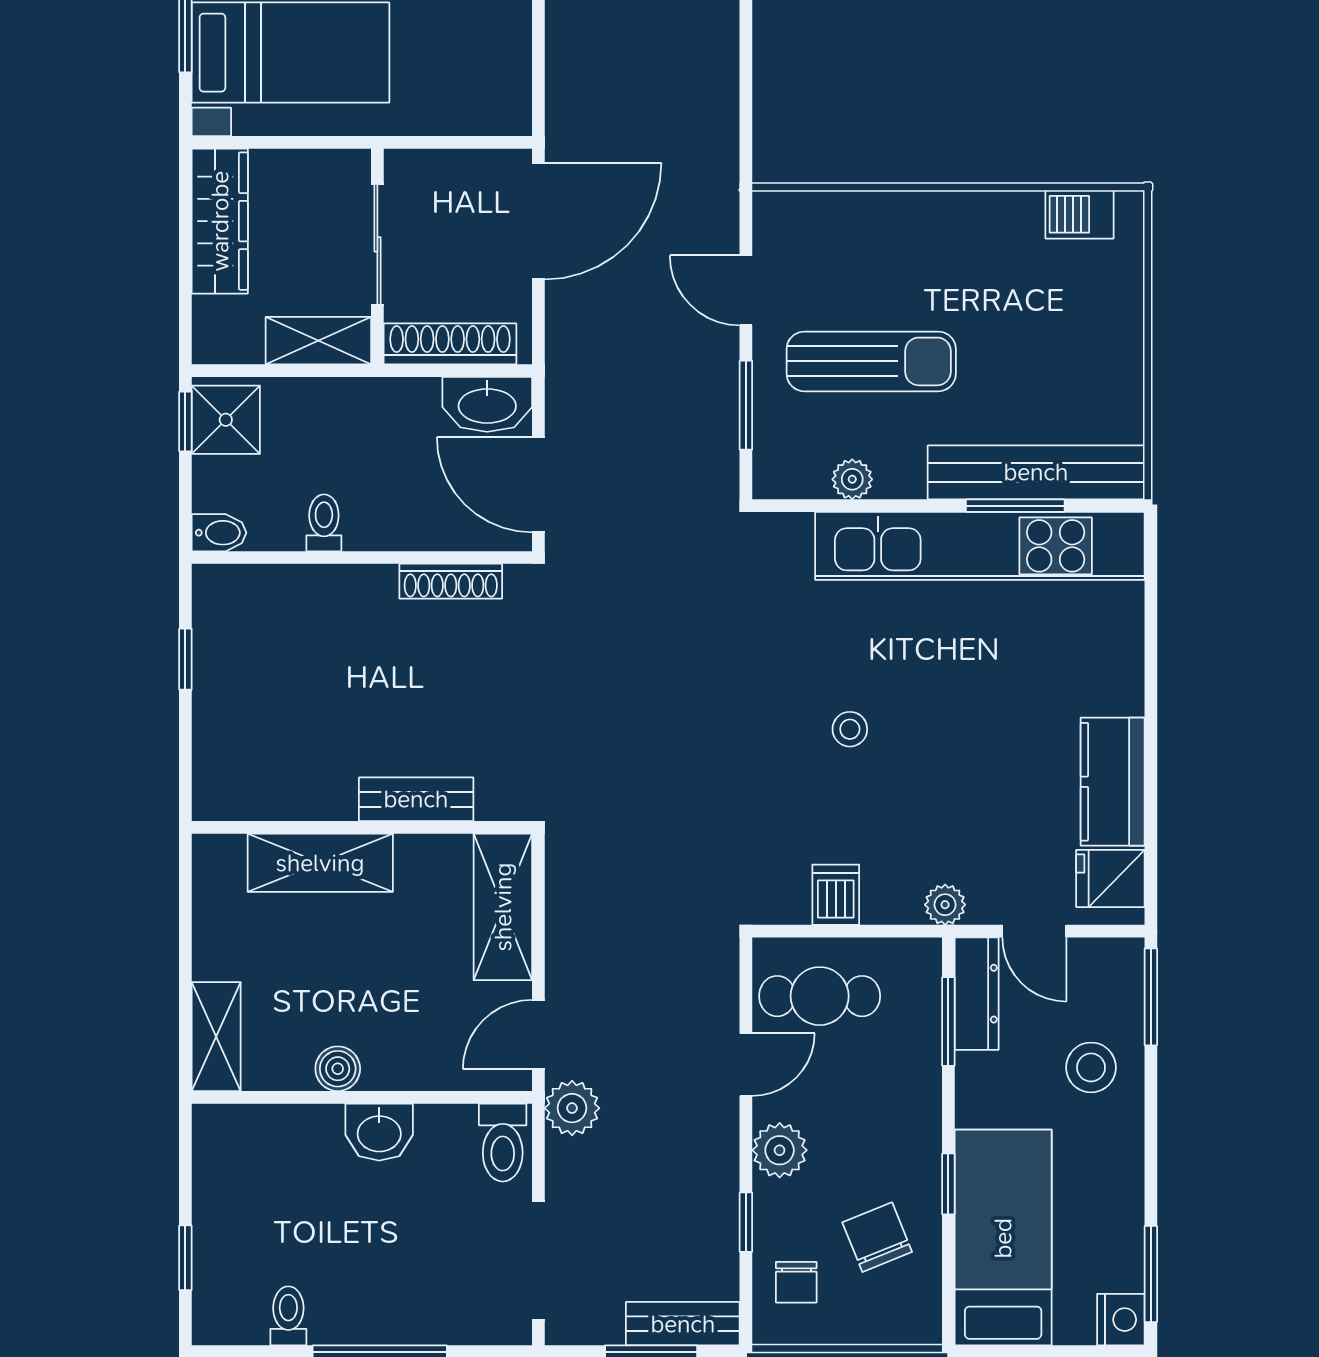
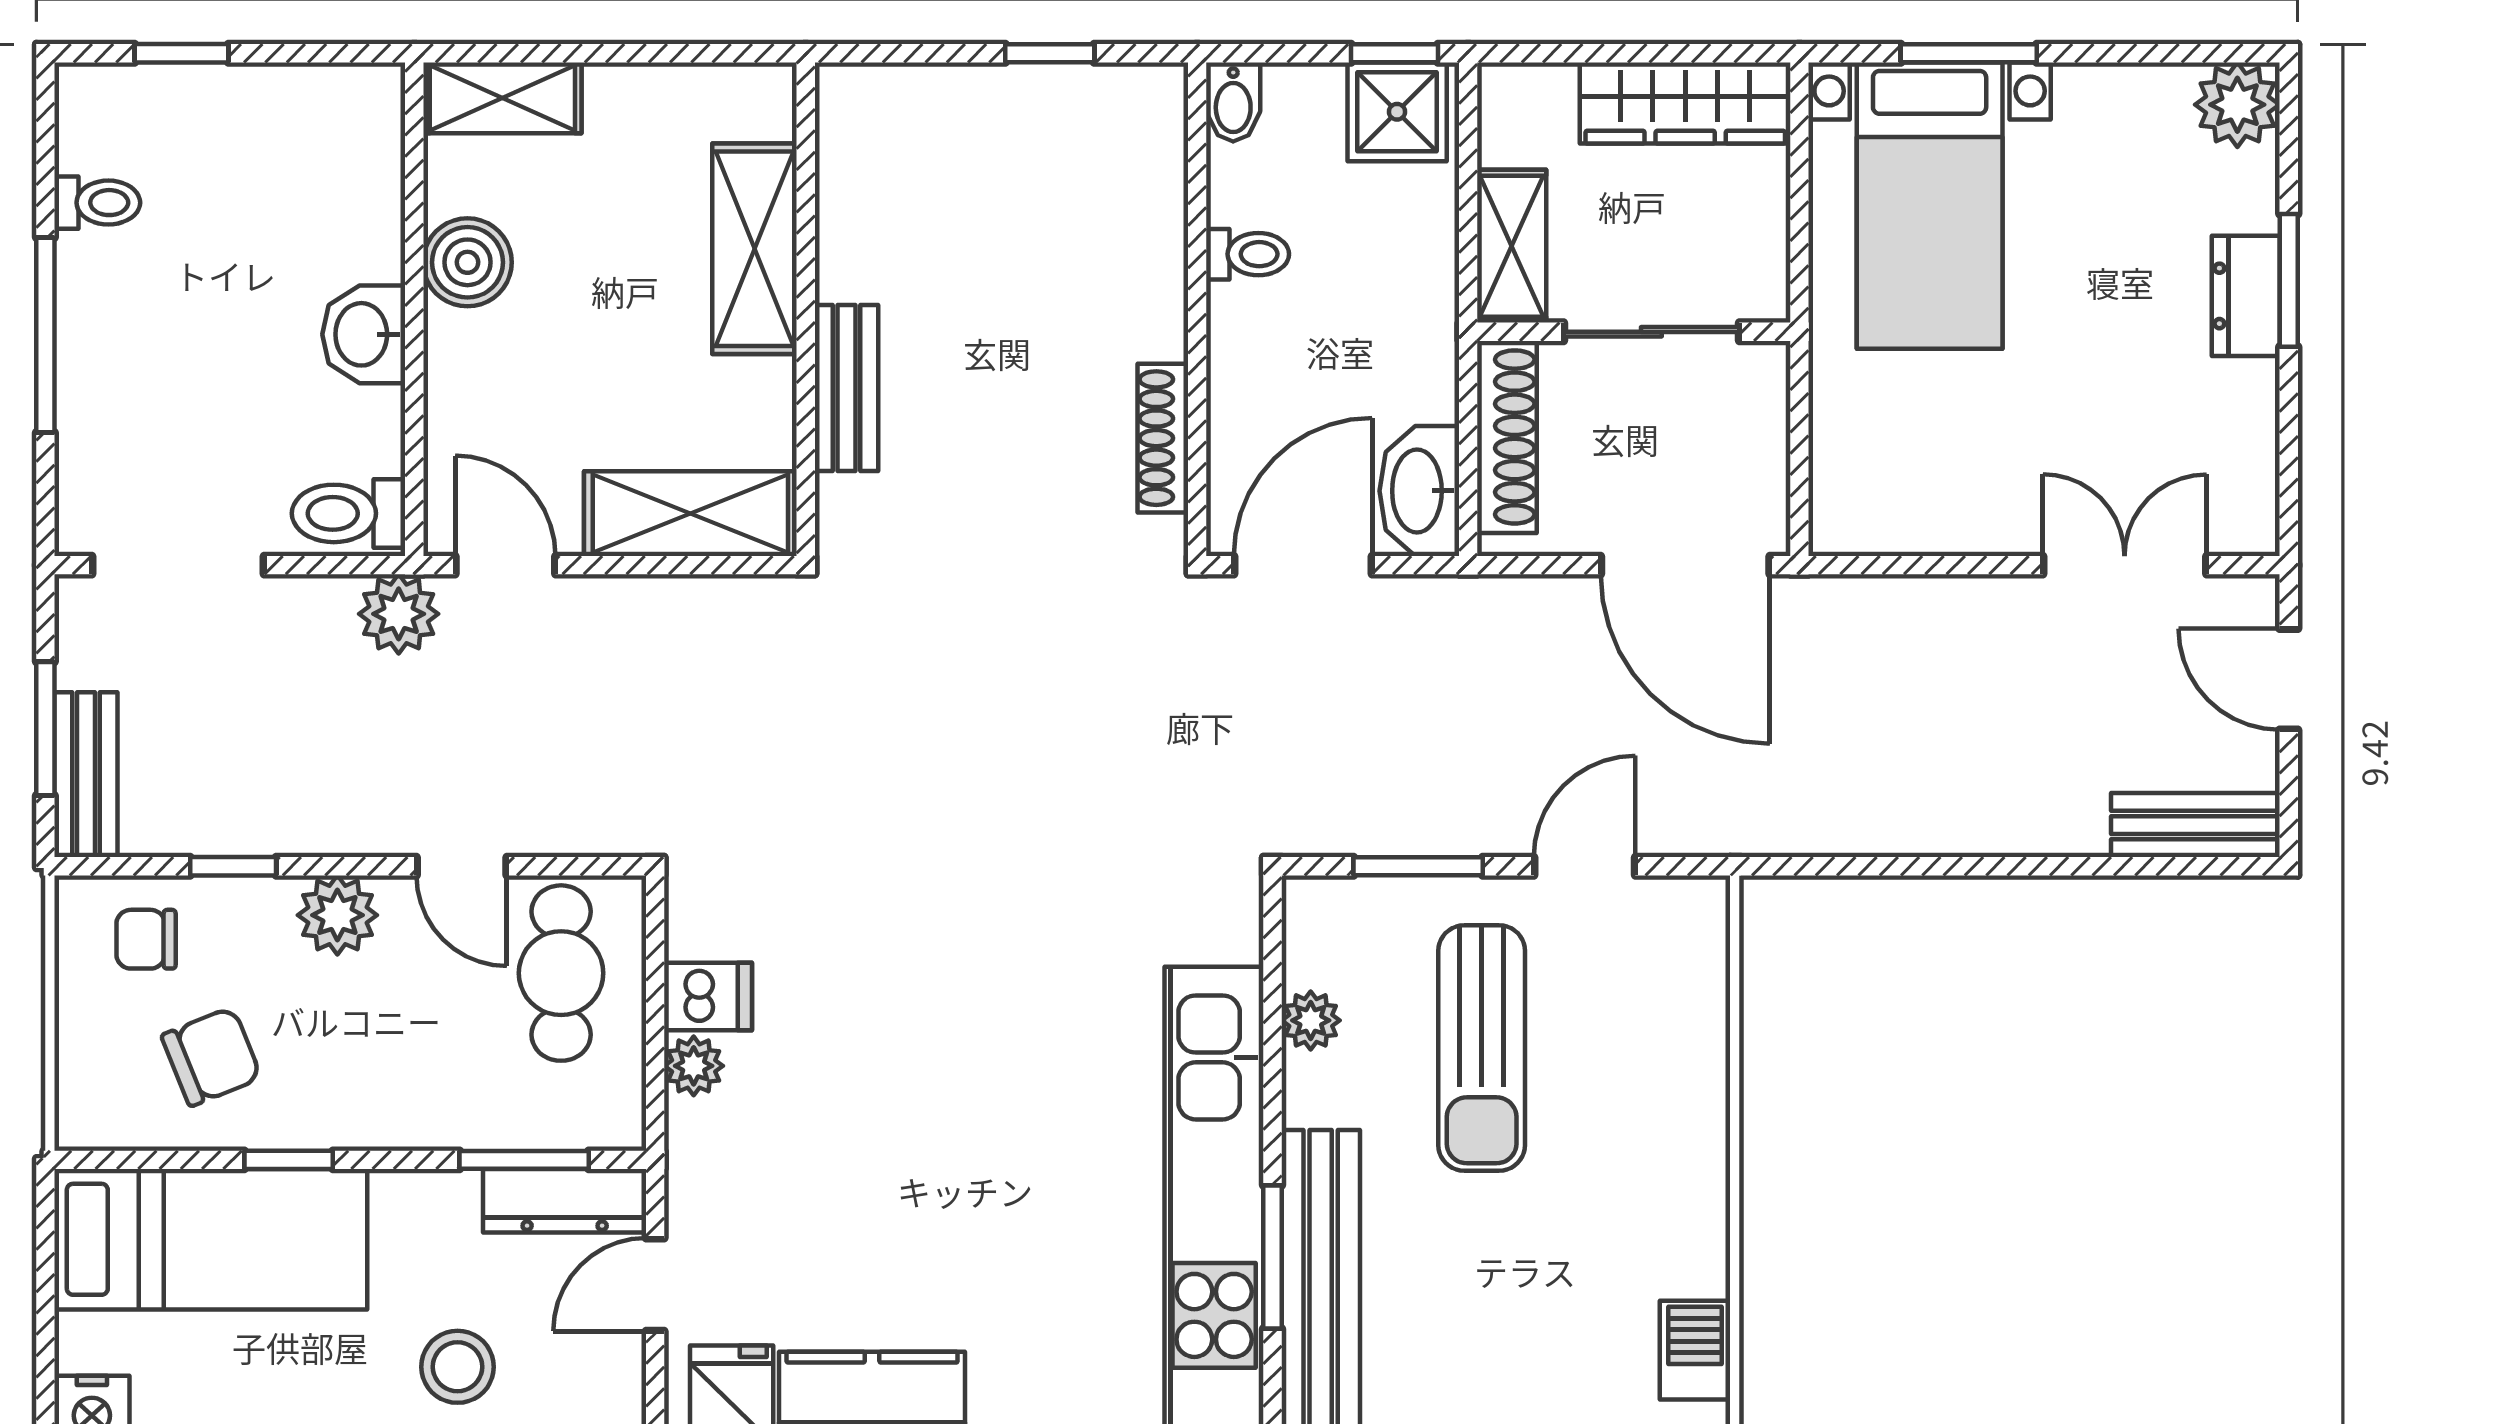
stool: (850, 729) -> (948, 1017), removed
plant: (945, 905) -> (694, 1066), moved
boiler: (338, 1069) -> (467, 262), width x1.36, depth x1.36

